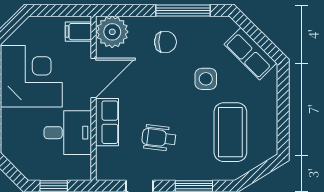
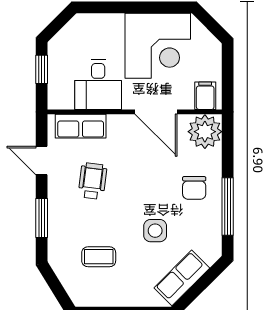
row of seats: (107, 122) -> (81, 126), moved
coffee table: (230, 132) -> (99, 257), width x0.54, depth x0.58

